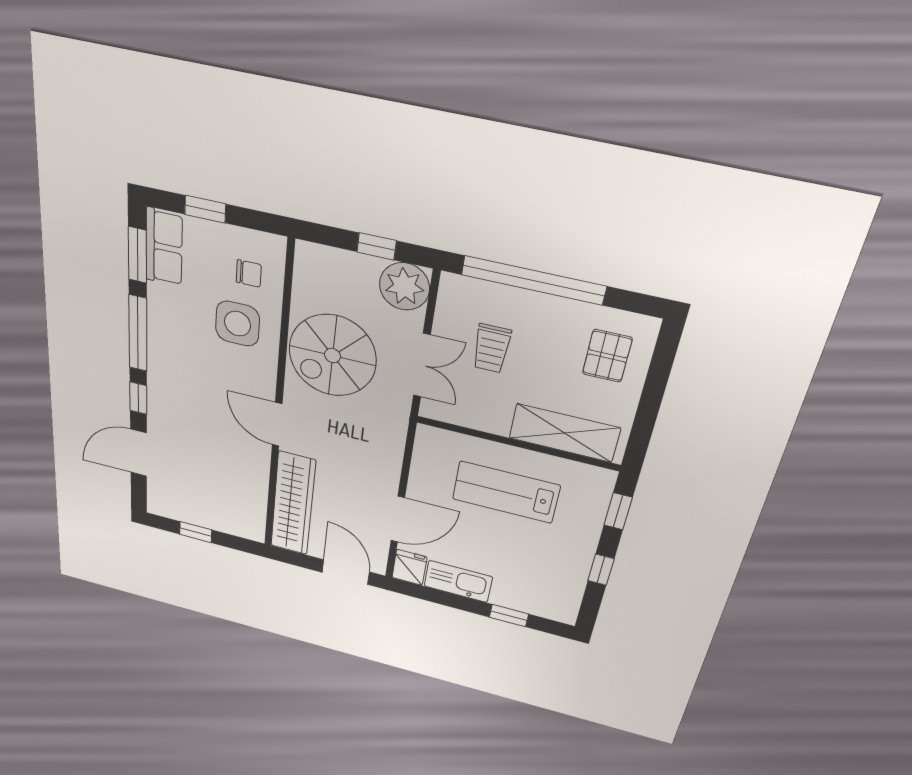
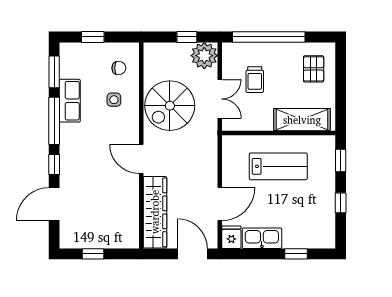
row of seats: (164, 247) -> (70, 101), moved
side table: (237, 324) -> (114, 100), width x0.54, depth x0.54
lab bench: (506, 492) -> (278, 166), turned 180

